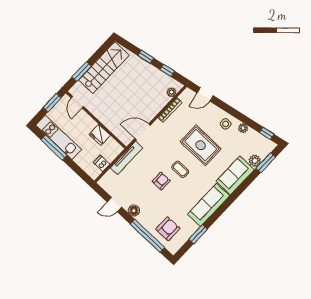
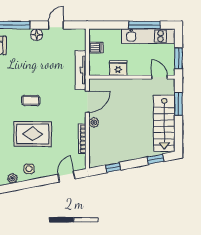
window: (146, 57) -> (156, 159), moved
plant: (172, 92) -> (94, 122), moved
armchair: (161, 181) -> (37, 77), removed

